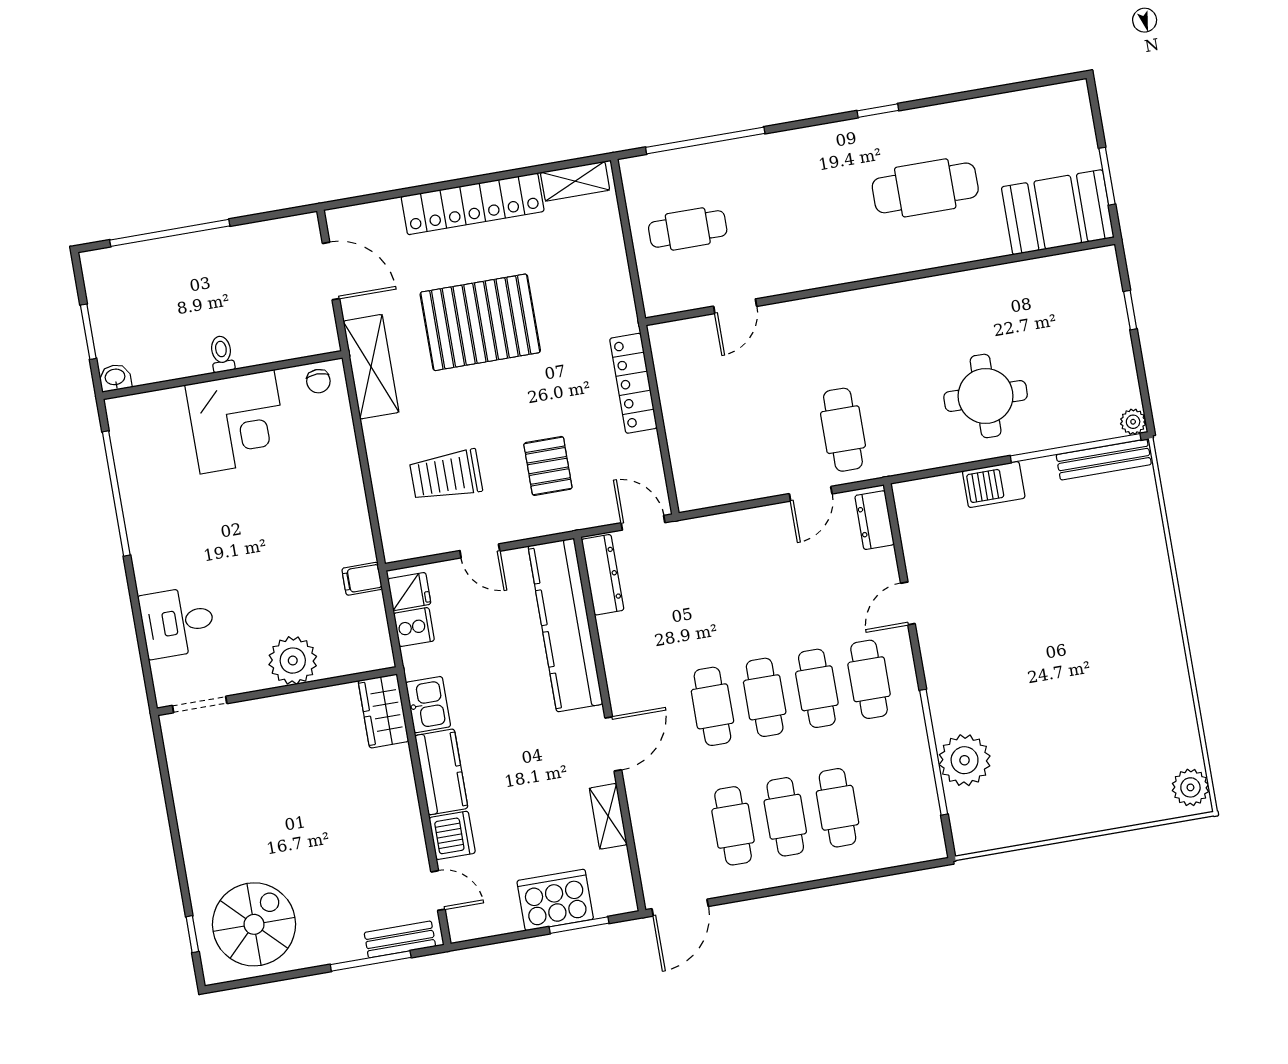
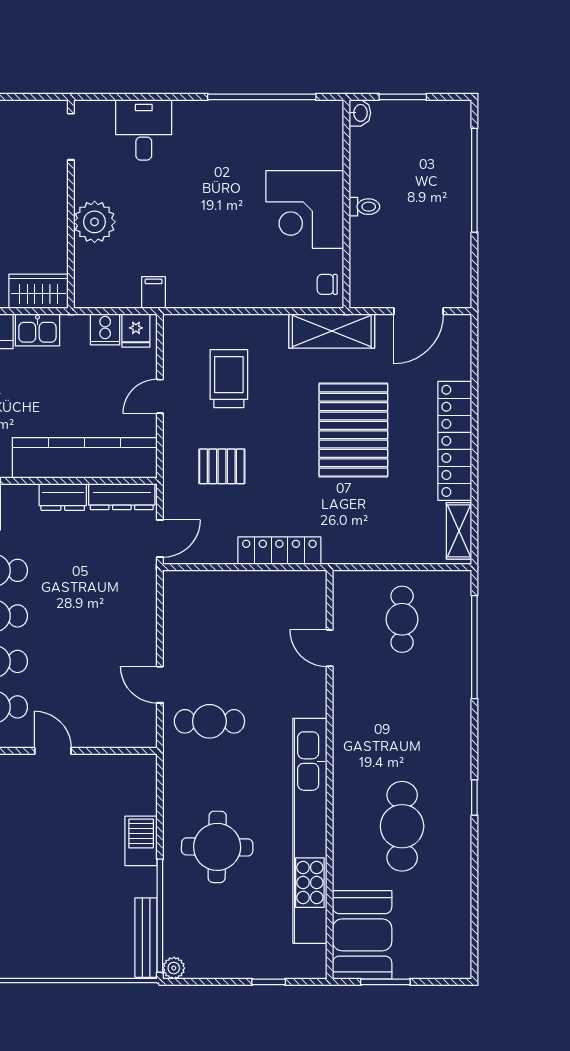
kitchen unit: (949, 293) -> (310, 831), added
dresser: (874, 520) -> (63, 497), moved, turned 180

